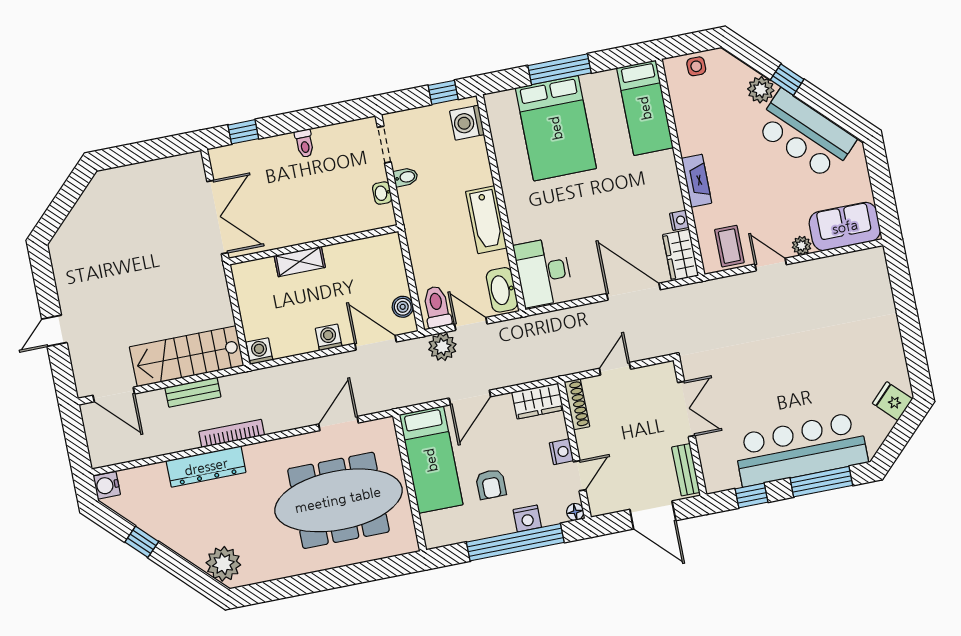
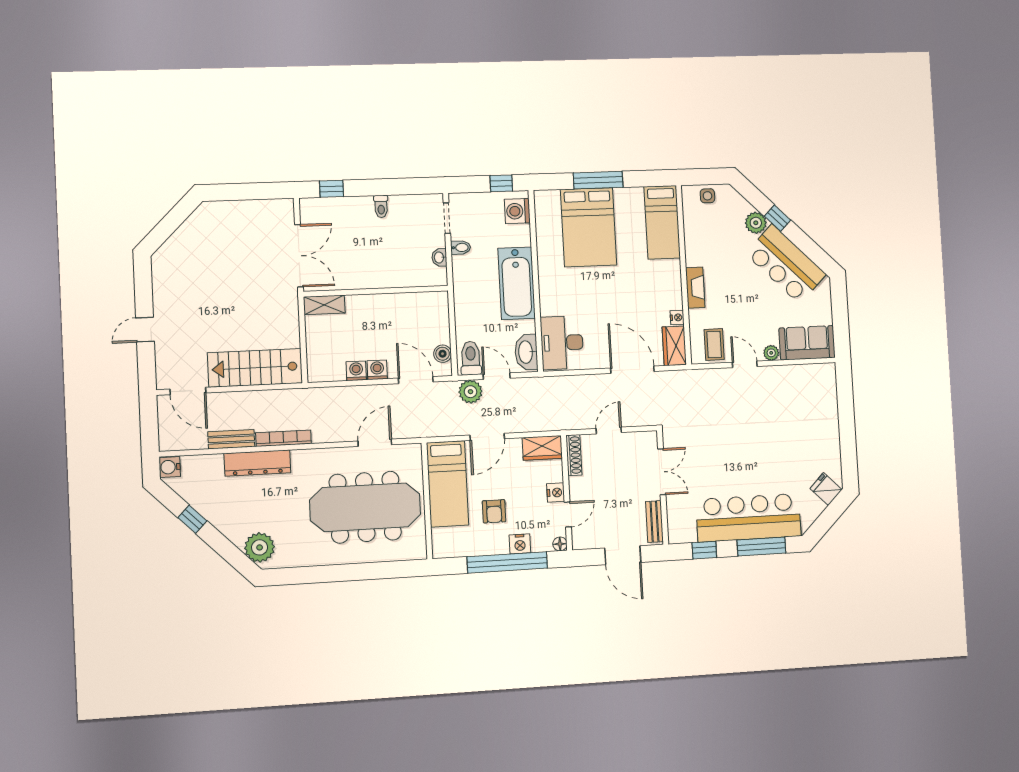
bathtub: (486, 220) -> (517, 283), width x1.36, depth x1.36
shelving: (300, 261) -> (324, 305), moved
washing machine: (259, 351) -> (356, 371), moved
bench: (193, 392) -> (231, 439), moved

